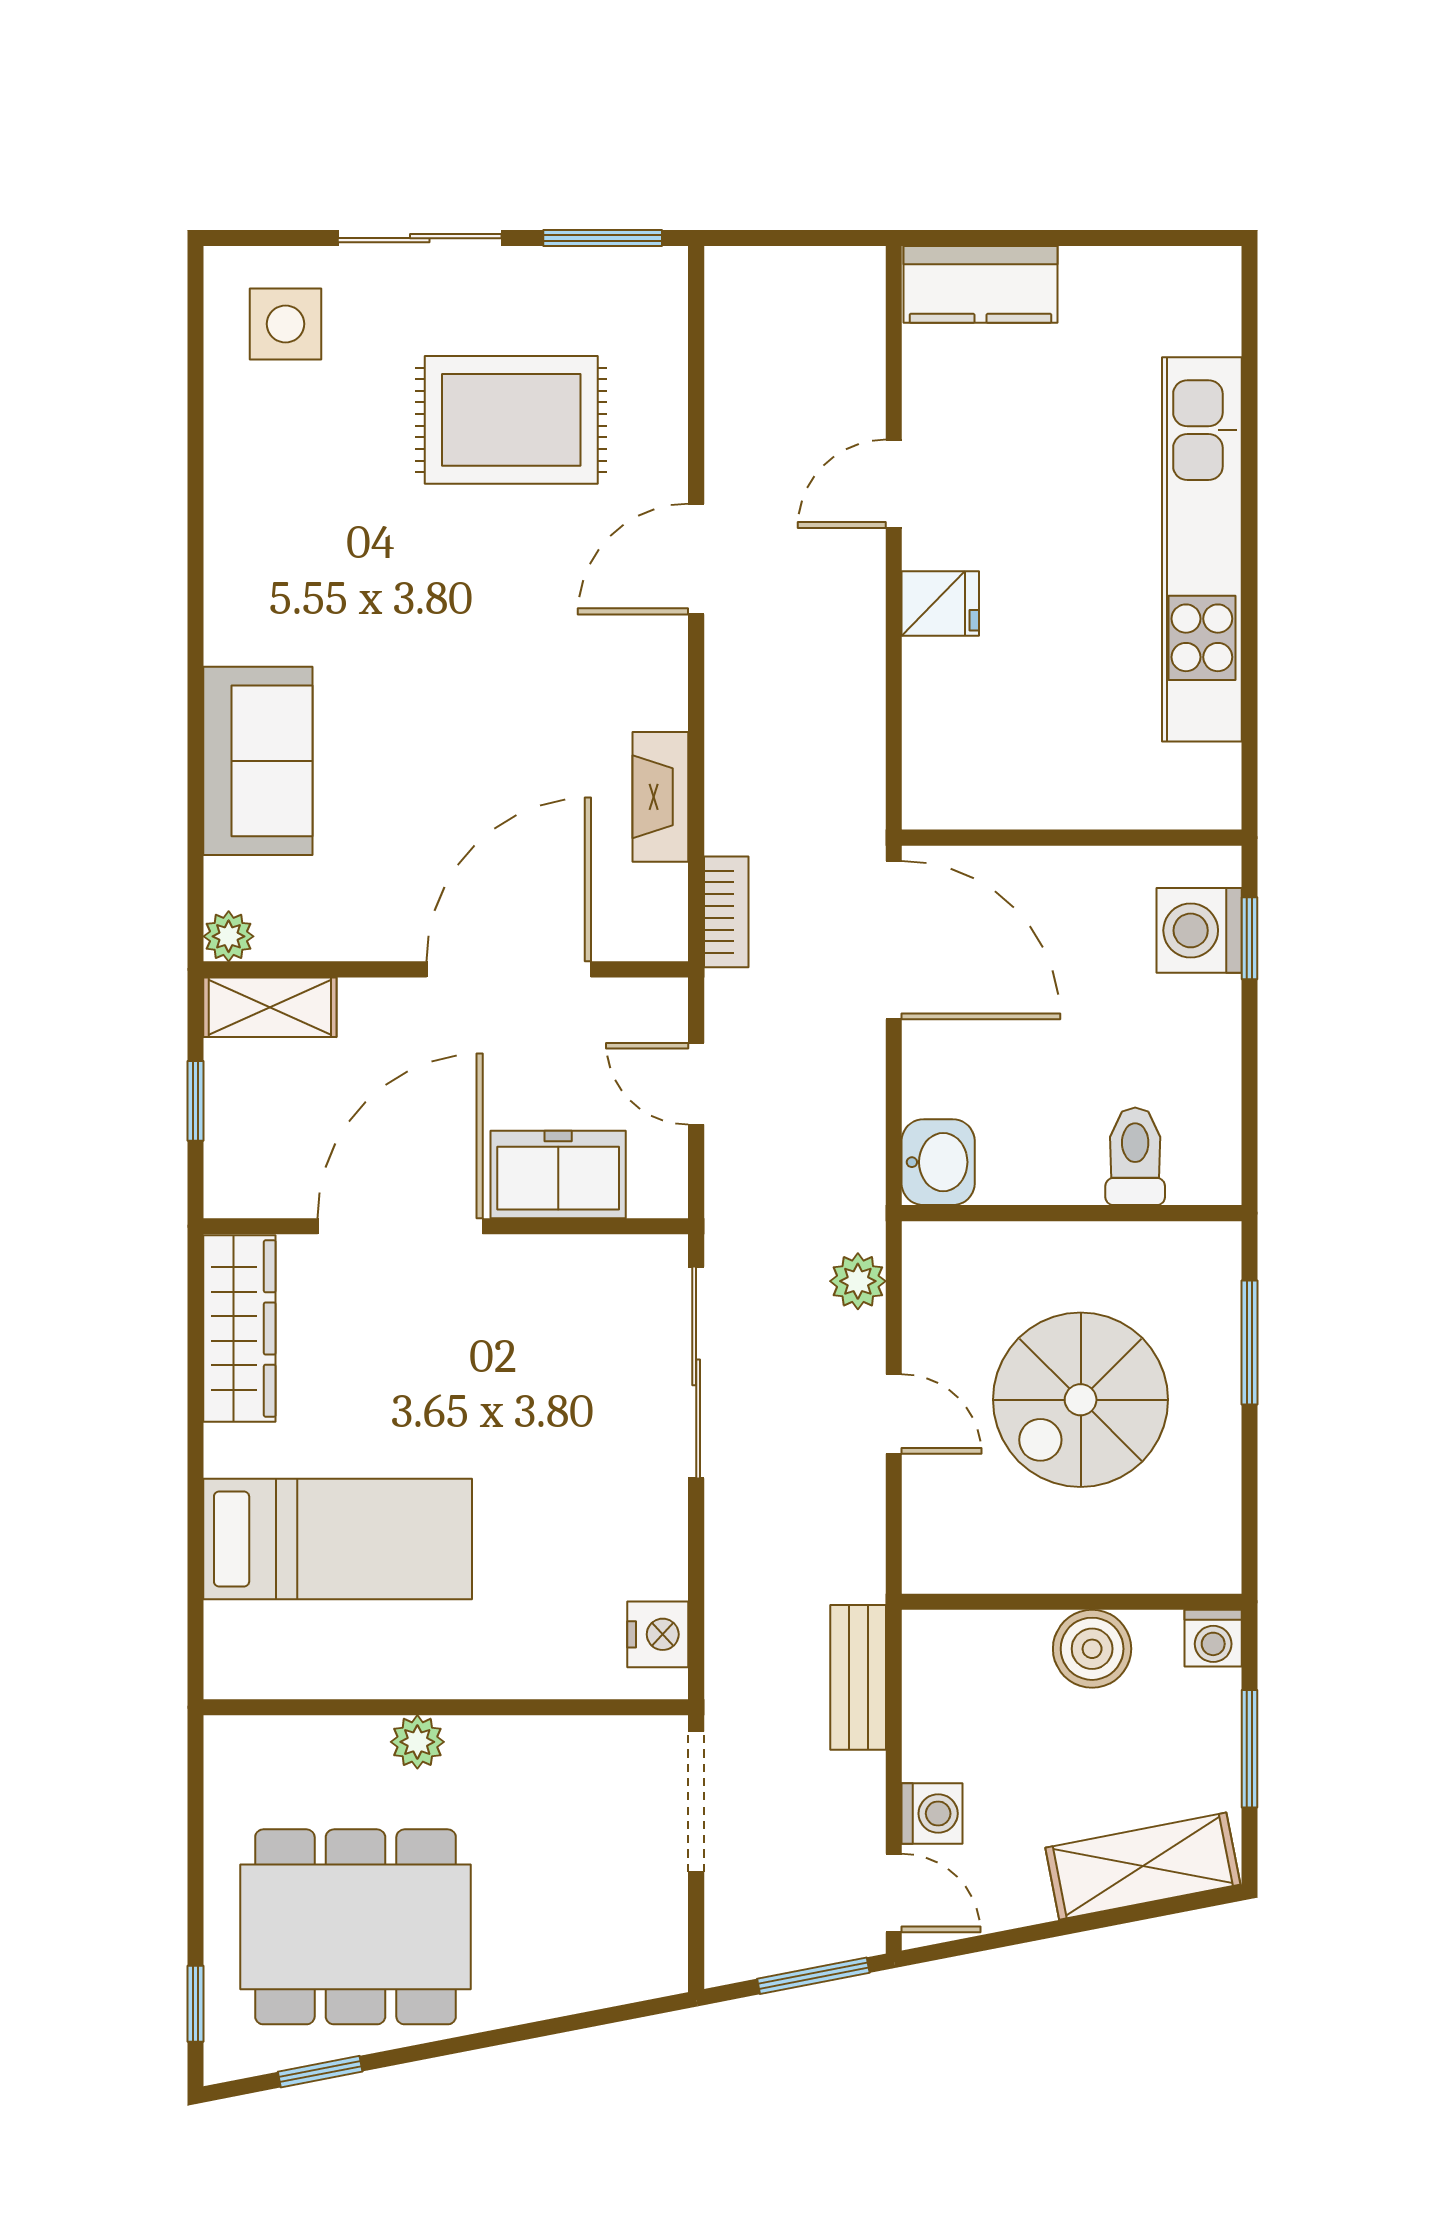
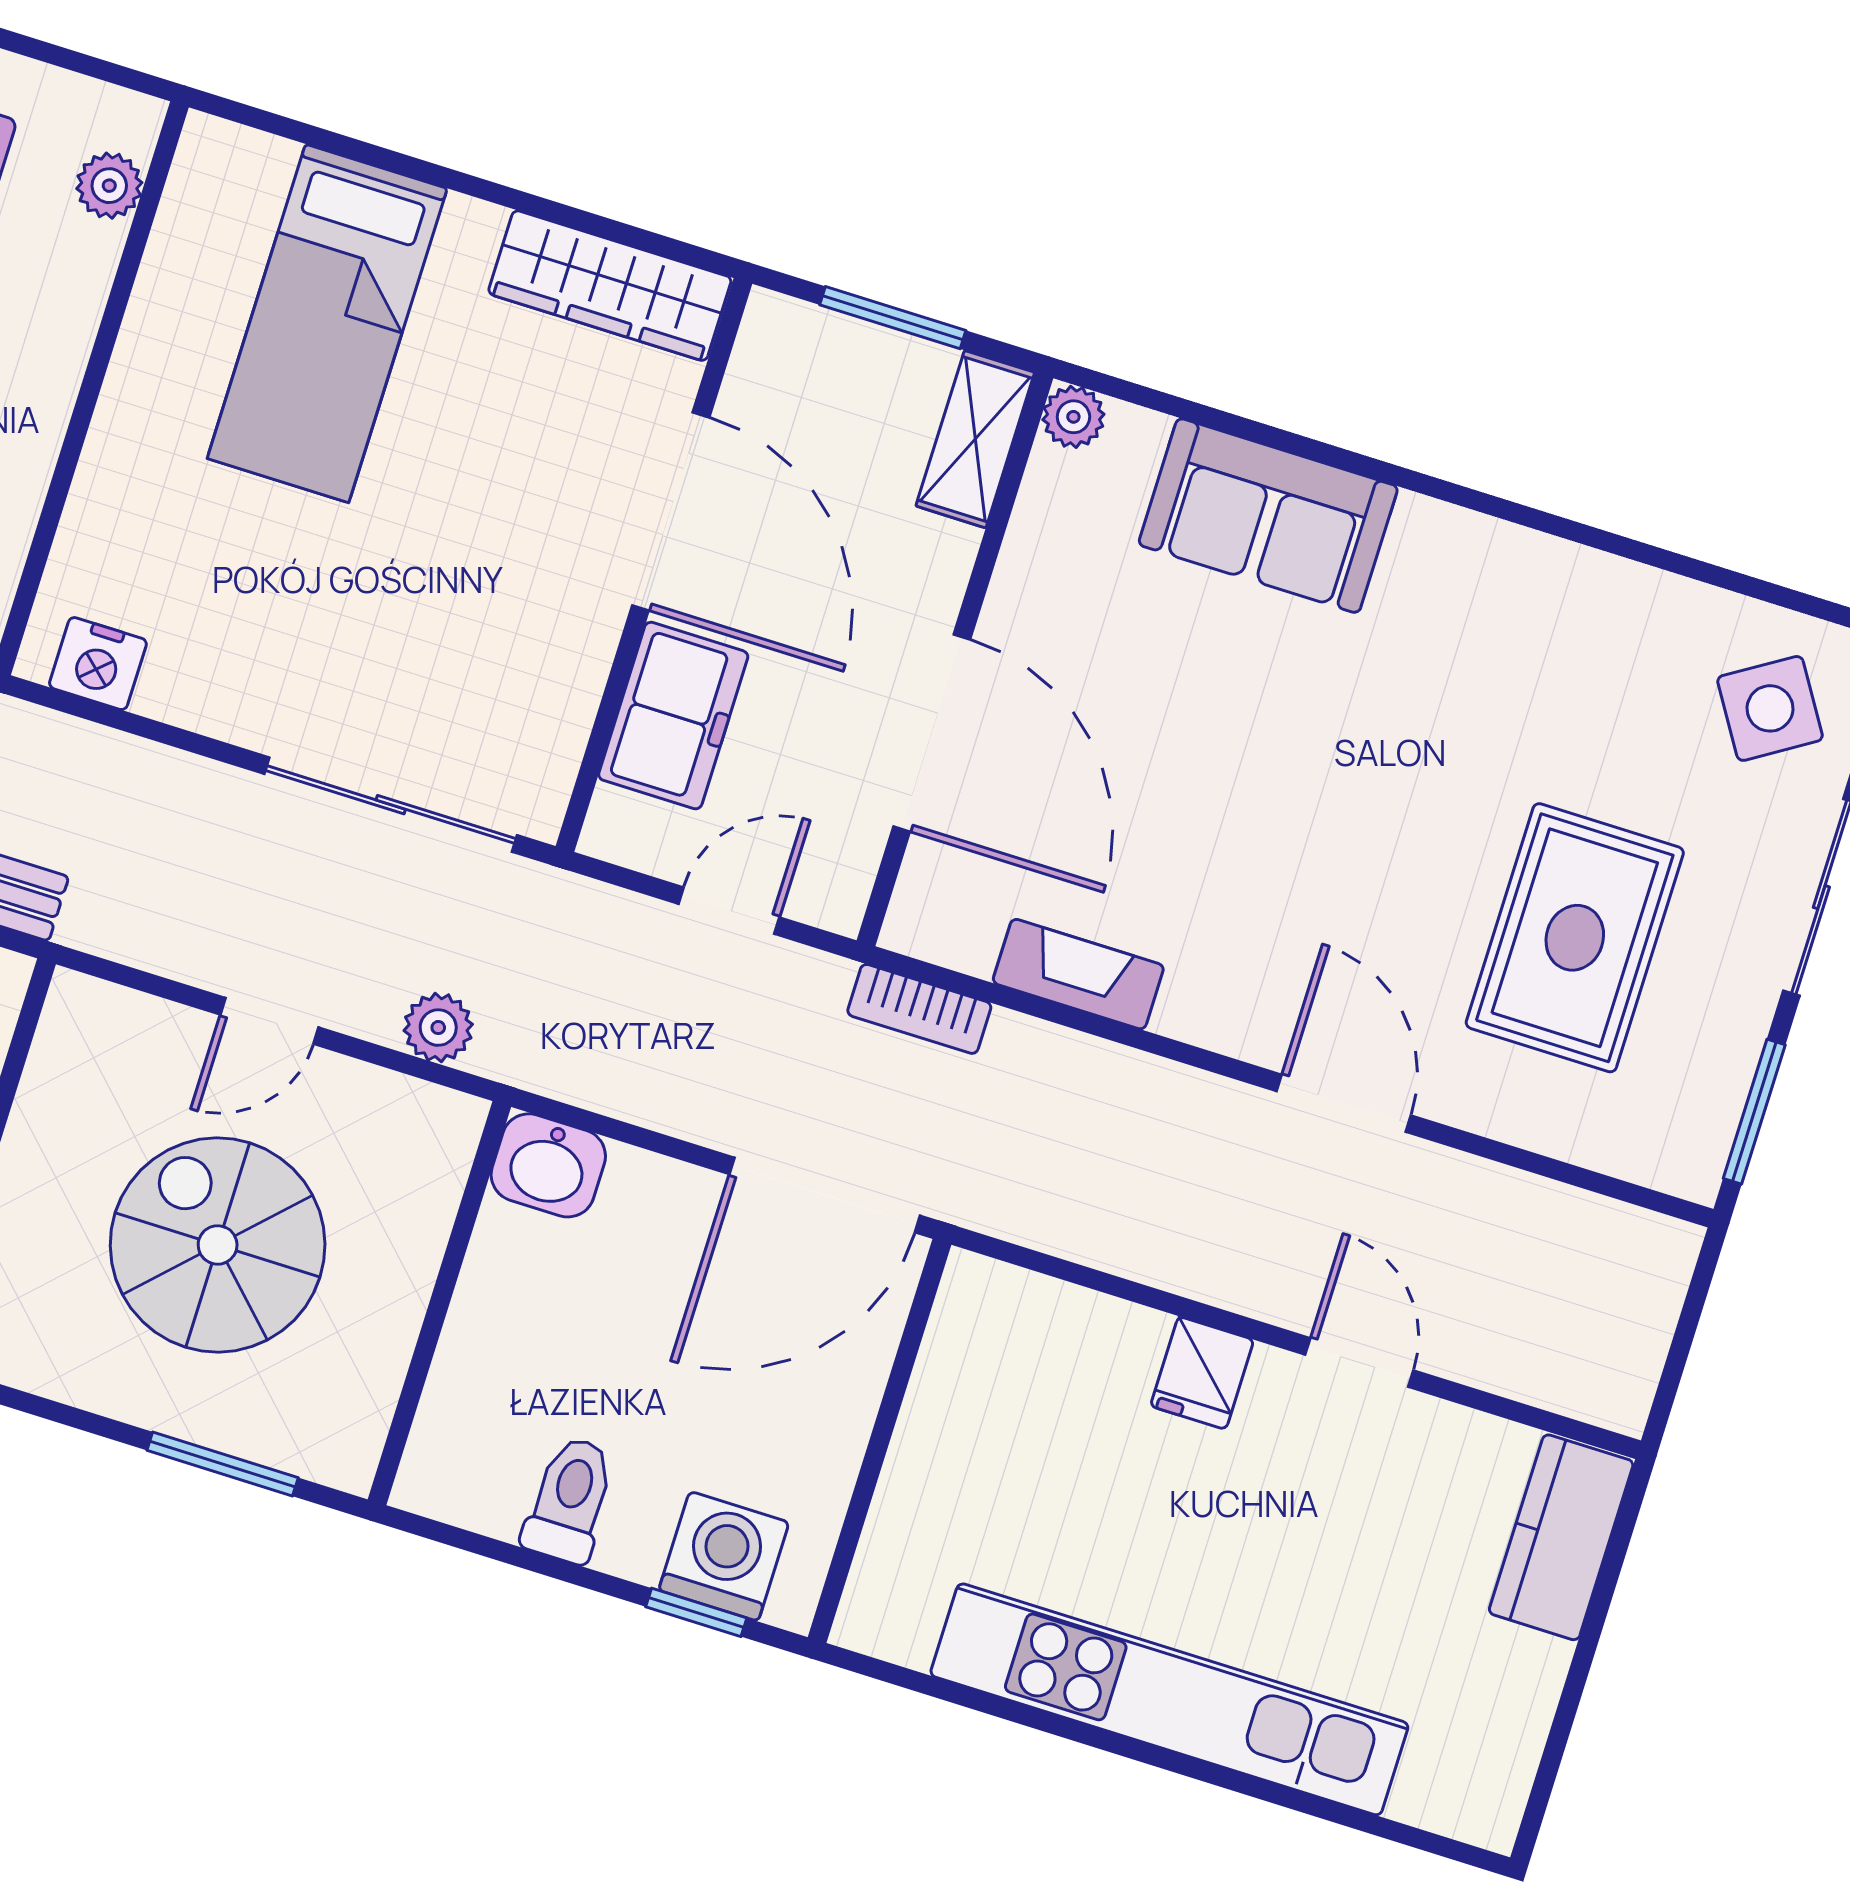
side table: (285, 324) -> (1770, 708), turned -32
window: (195, 1101) -> (893, 318), width x1.50
toilet: (1135, 1156) -> (570, 1500), moved, turned -90
plant: (417, 1742) -> (109, 186), moved

